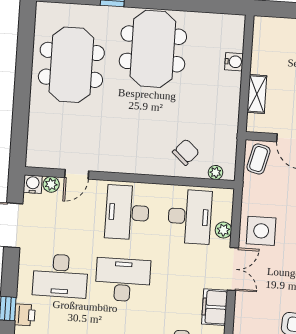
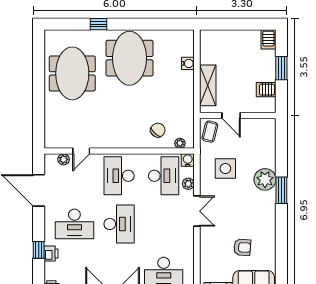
shelving: (257, 94) -> (208, 85), width x1.50, depth x1.33
water cooler: (33, 184) -> (188, 160), moved
side table: (261, 231) -> (225, 169), moved
desk: (123, 280) -> (119, 224), turned 90
filing cabinet: (215, 307) -> (186, 239), removed

